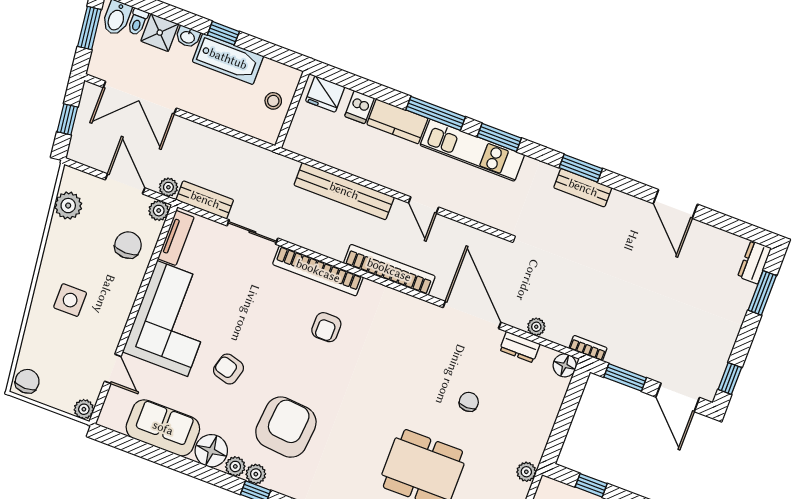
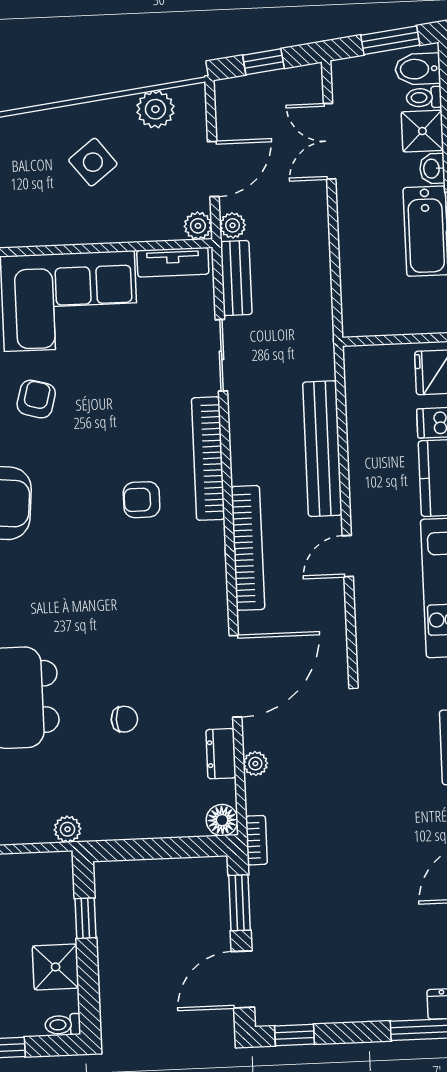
double door: (140, 98) -> (330, 141), width x0.73
stool: (273, 101) -> (398, 311), removed
chair: (128, 245) -> (138, 206), removed
side table: (70, 300) -> (93, 162), moved, turned -38

